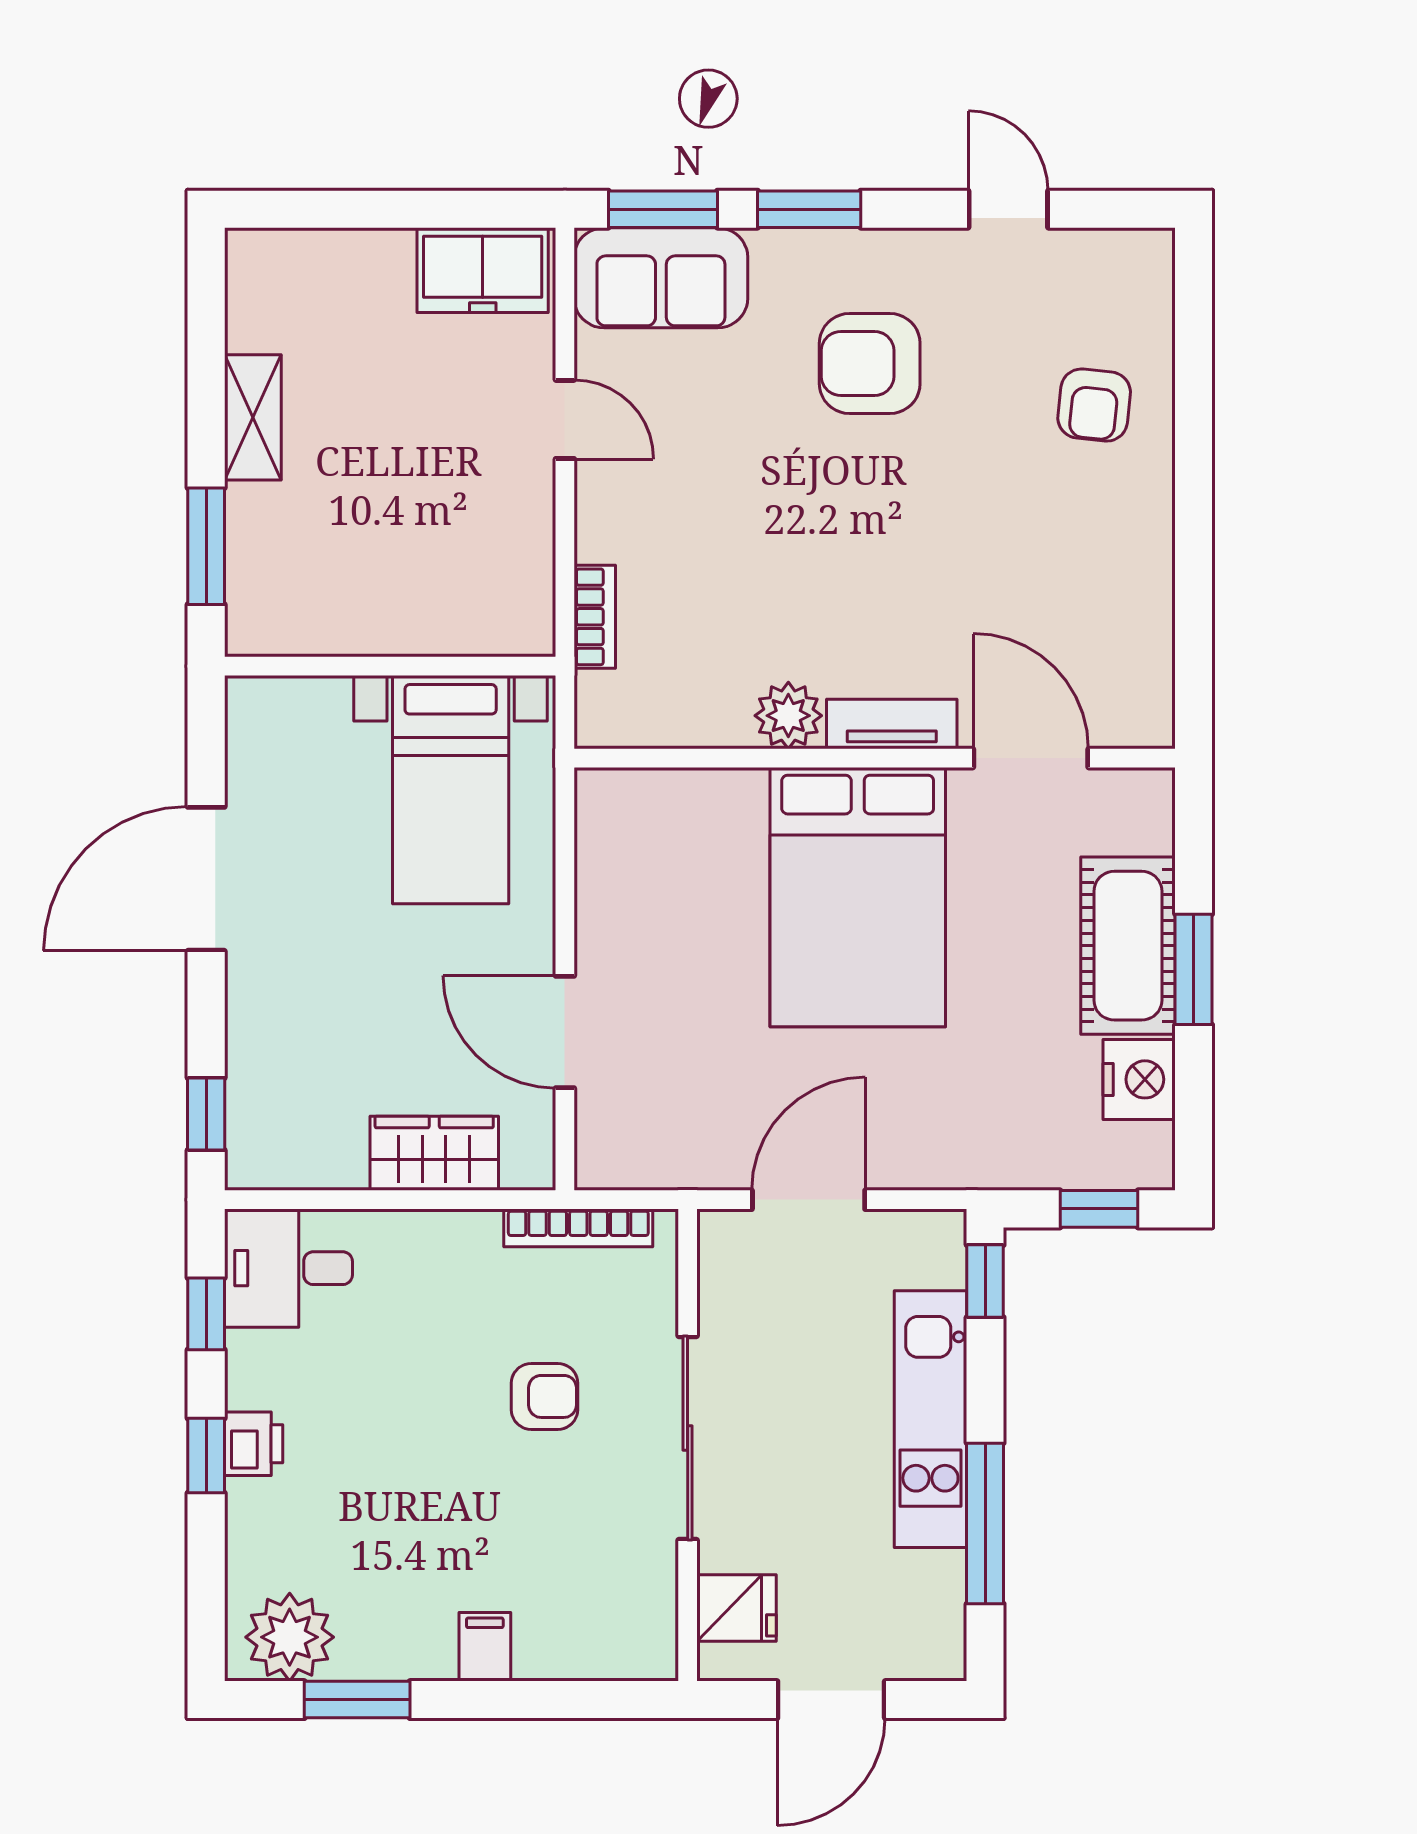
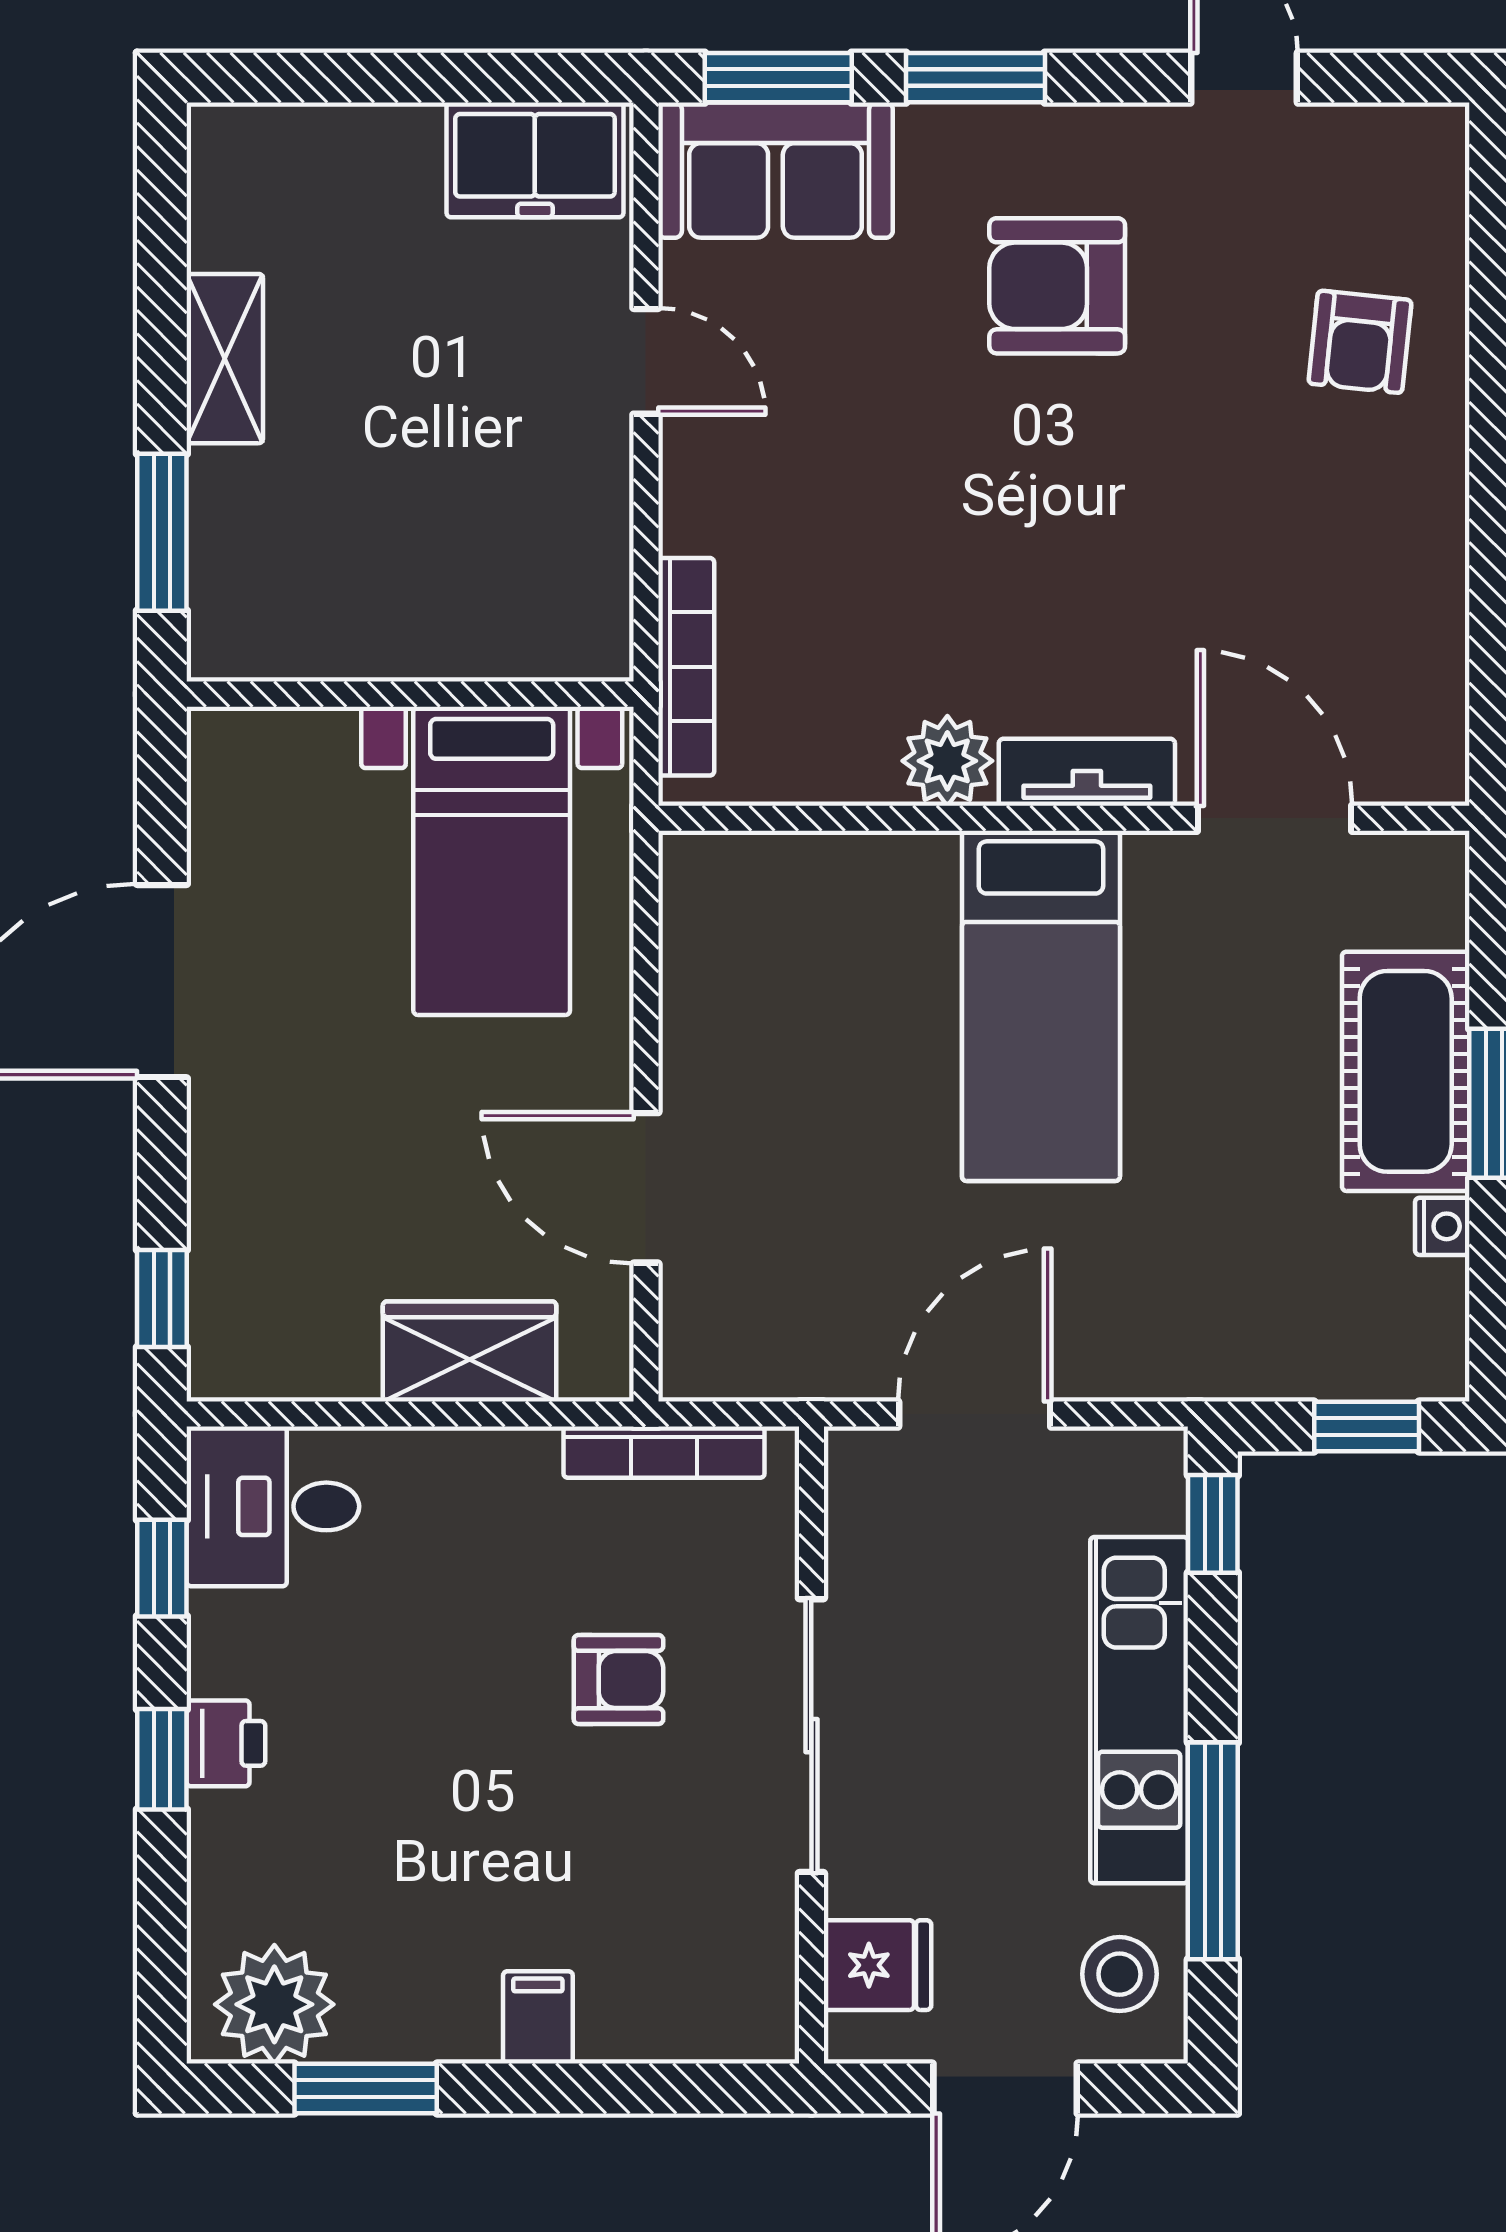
bookcase: (595, 617) -> (686, 667), width x1.56
bed: (858, 897) -> (1041, 1006), width x0.67
nightstand: (1139, 1079) -> (1442, 1226), width x0.53, depth x0.56
stool: (916, 1615) -> (1119, 1974), added

